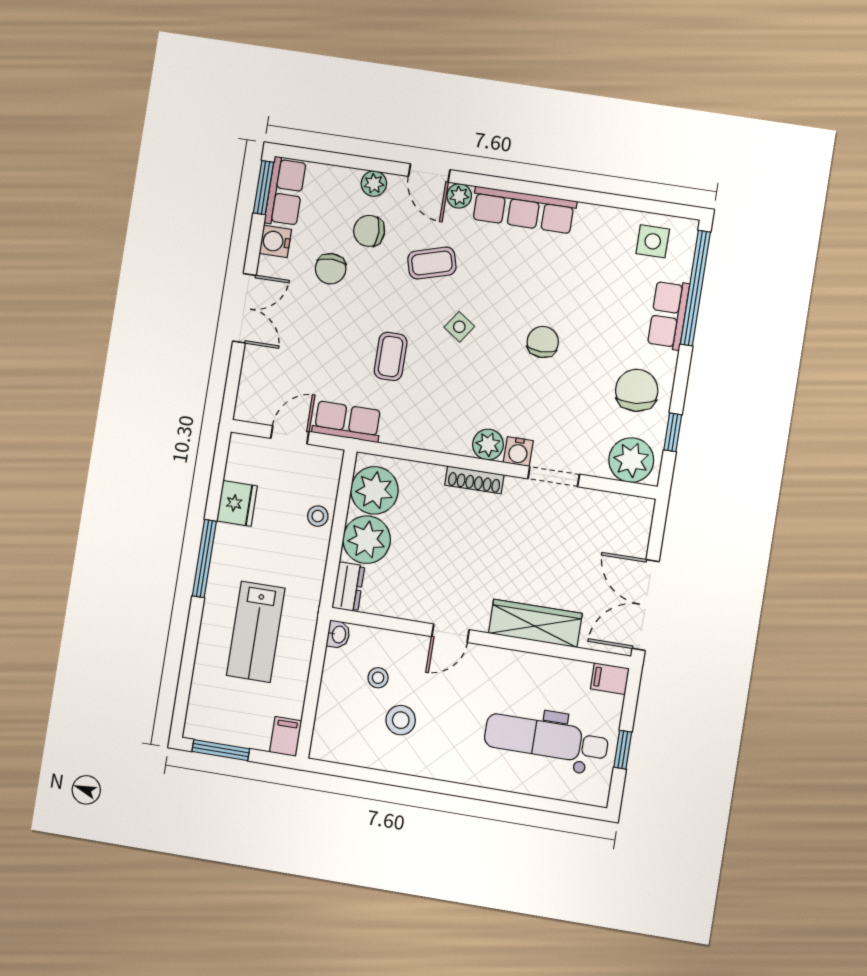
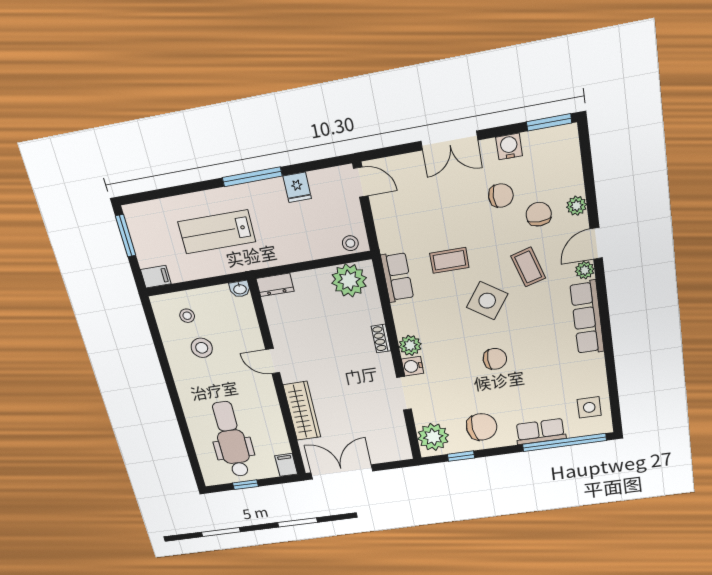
row of seats: (285, 192) -> (551, 141), removed
chair: (331, 269) -> (501, 196), turned 180
side table: (459, 327) -> (487, 301), width x1.87, depth x1.87
row of seats: (347, 422) -> (397, 277), moved
door: (290, 435) -> (361, 182), moved
shoe rack: (474, 480) -> (381, 338), width x0.70
fridge: (237, 503) -> (297, 187), width x0.72
stool: (318, 516) -> (350, 243), moved
plant: (367, 540) -> (313, 286), removed
stool: (378, 678) -> (187, 316), moved

